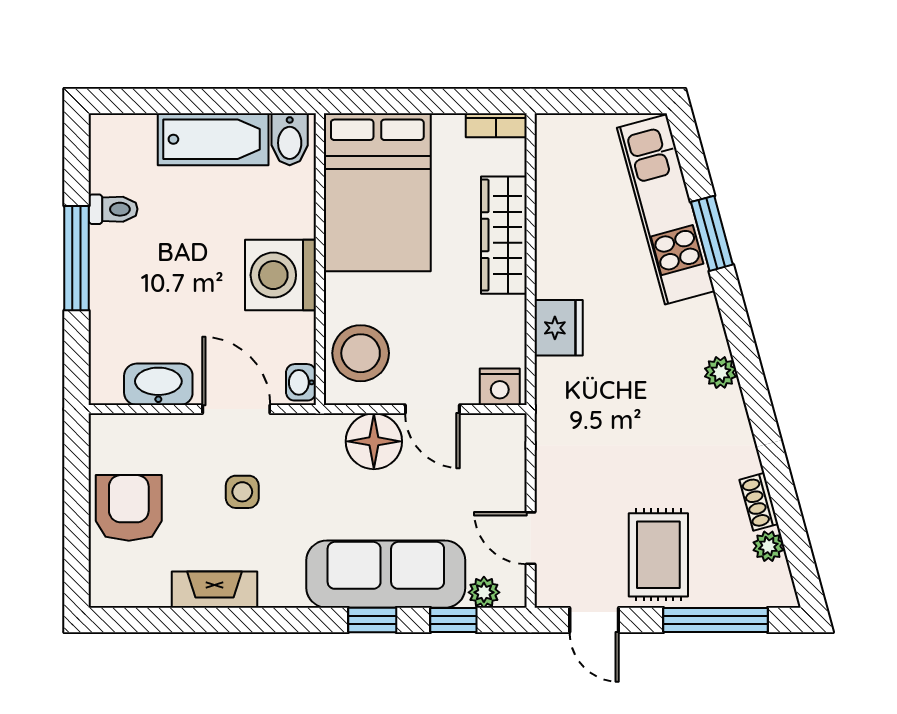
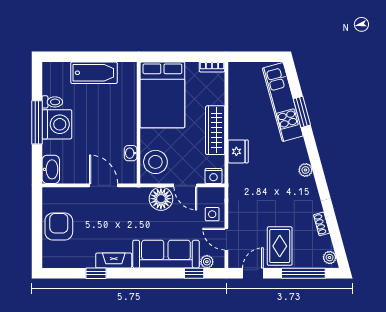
bidet: (290, 139) -> (126, 73), removed
wardrobe: (504, 235) -> (215, 130), moved
washing machine: (280, 275) -> (57, 124), moved, turned 180
washbasin: (301, 382) -> (131, 153), moved
washbasin: (158, 384) -> (51, 169), moved, turned 90
side table: (242, 492) -> (212, 214), moved
plant: (768, 546) -> (330, 258), moved
fireplace: (214, 590) -> (114, 261), moved
window: (372, 620) -> (96, 273), moved
door: (594, 620) -> (253, 273), swing flipped

